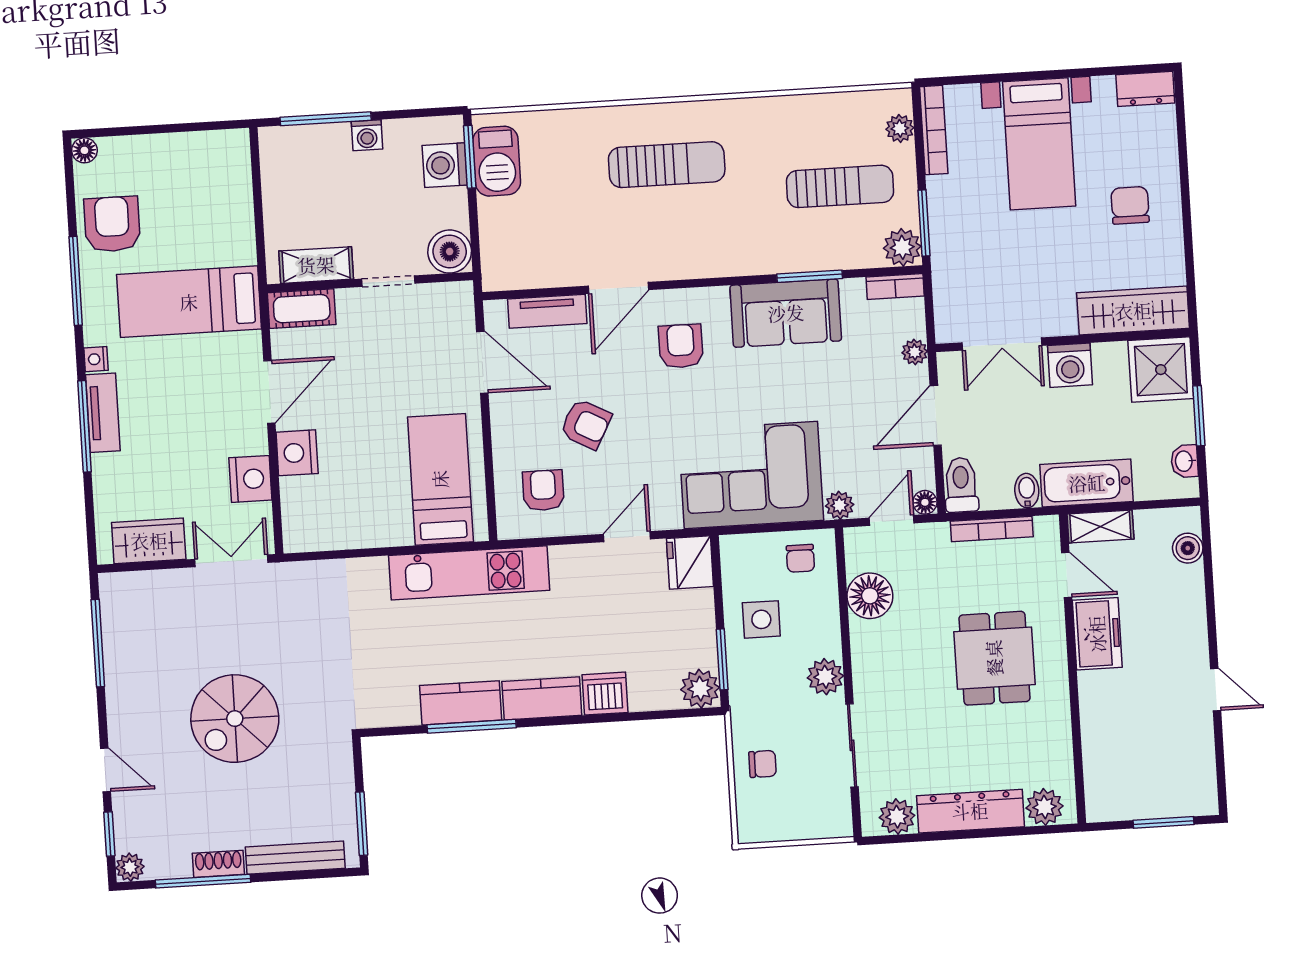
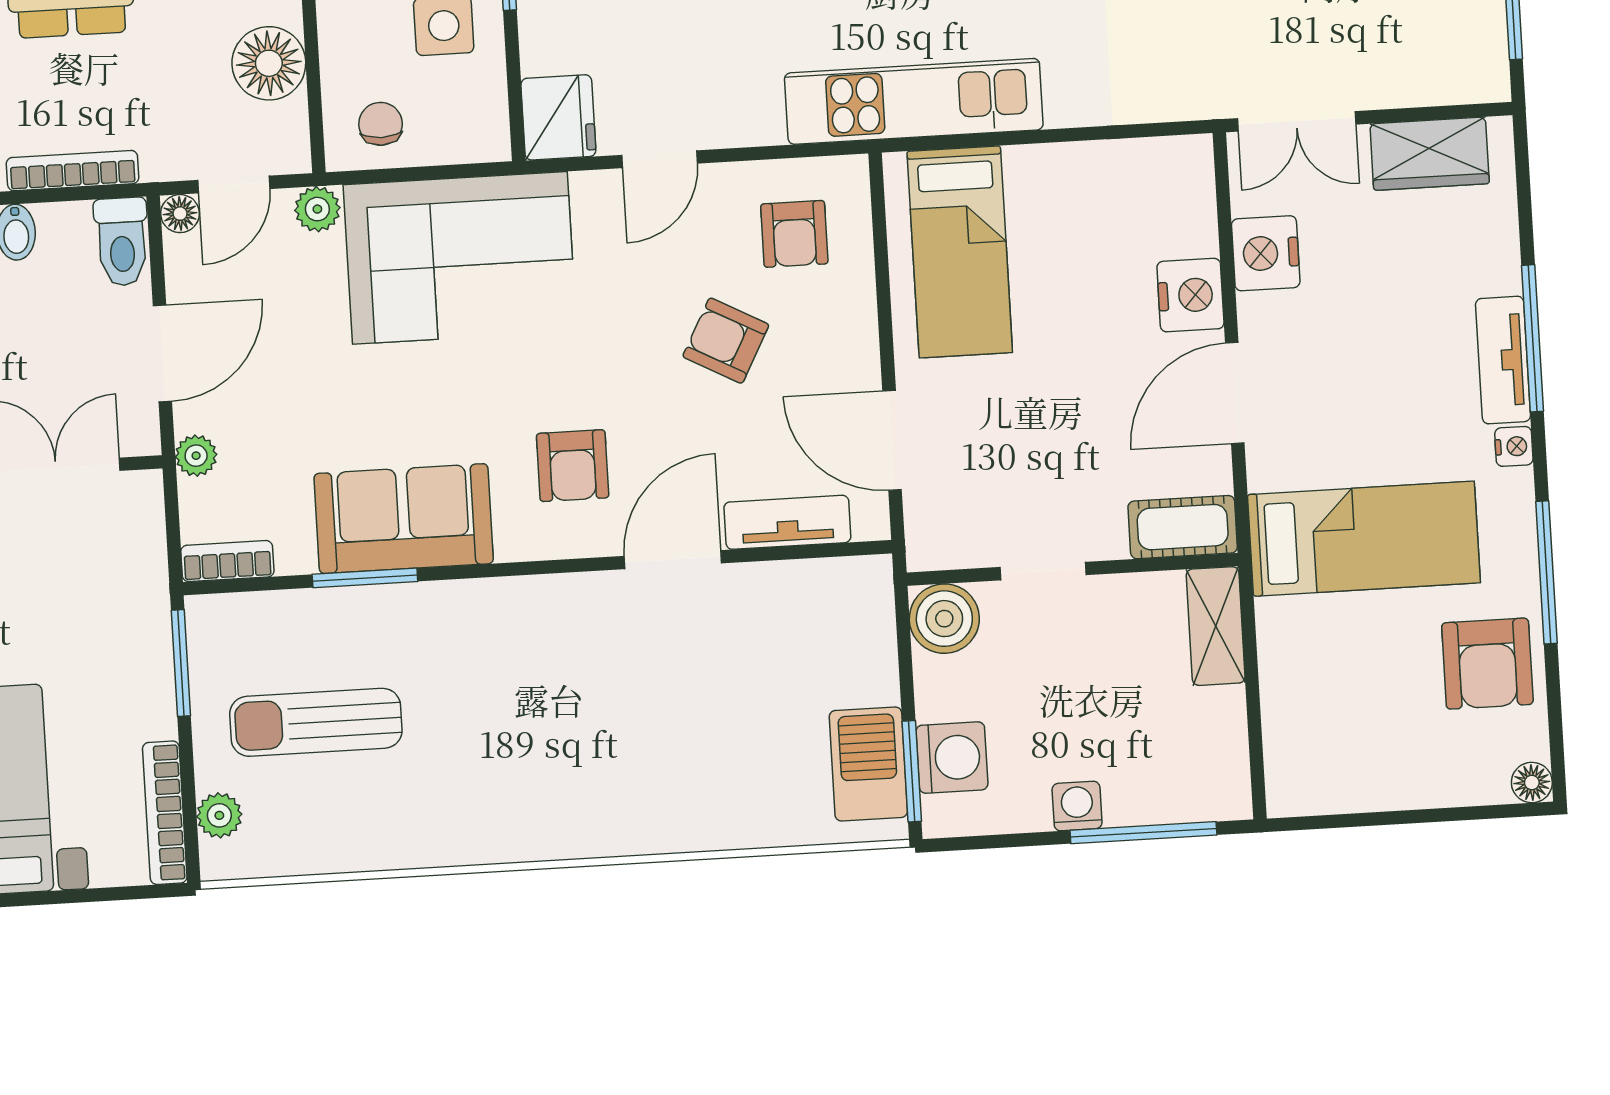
sun lounger: (667, 165) -> (595, 758), removed
plant: (902, 247) -> (216, 624), removed
shelving: (316, 265) -> (1216, 626), moved, turned 90

